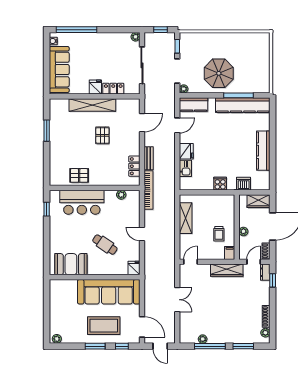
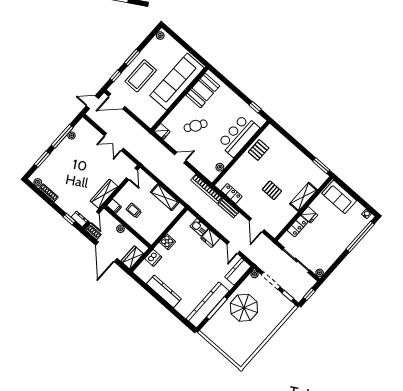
sofa: (59, 70) -> (339, 197), width x0.73
shelving: (92, 105) -> (303, 197), width x0.68
window: (47, 131) -> (321, 166), moved
sofa: (109, 292) -> (177, 82), moved

